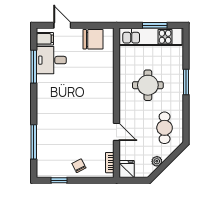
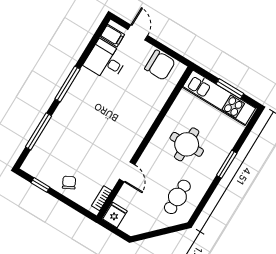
window: (34, 67) -> (67, 84), moved
plant: (157, 161) -> (149, 226), removed

